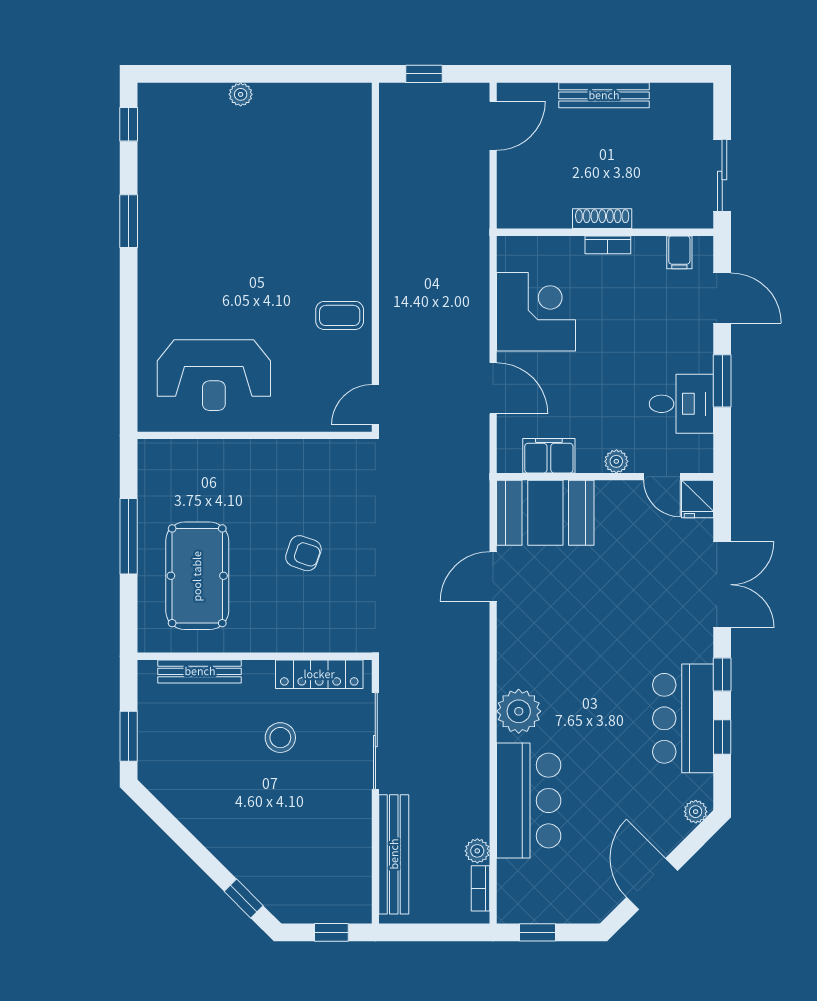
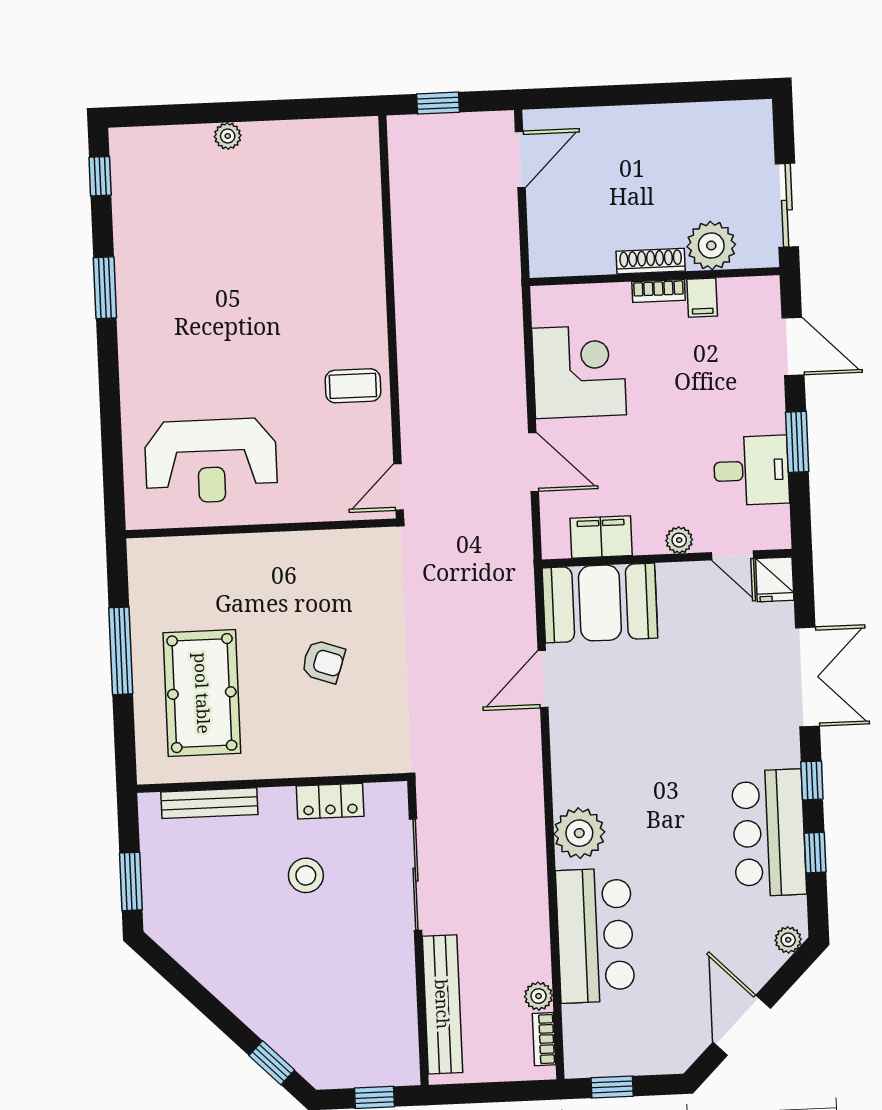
bench: (604, 95) -> (646, 119), removed
plant: (655, 207) -> (711, 245), added
filing cabinet: (679, 252) -> (702, 298), moved
locker: (319, 674) -> (330, 801), width x0.66

